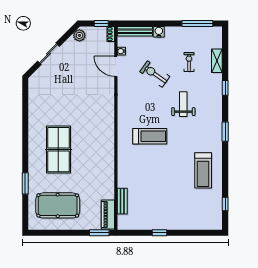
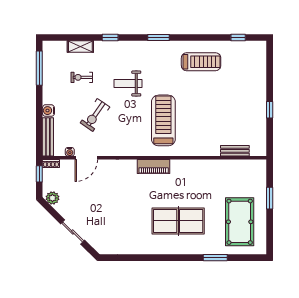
treadmill: (150, 136) -> (163, 120), width x1.37, depth x1.38
piano: (108, 214) -> (154, 167), moved
window: (99, 233) -> (270, 198), moved

